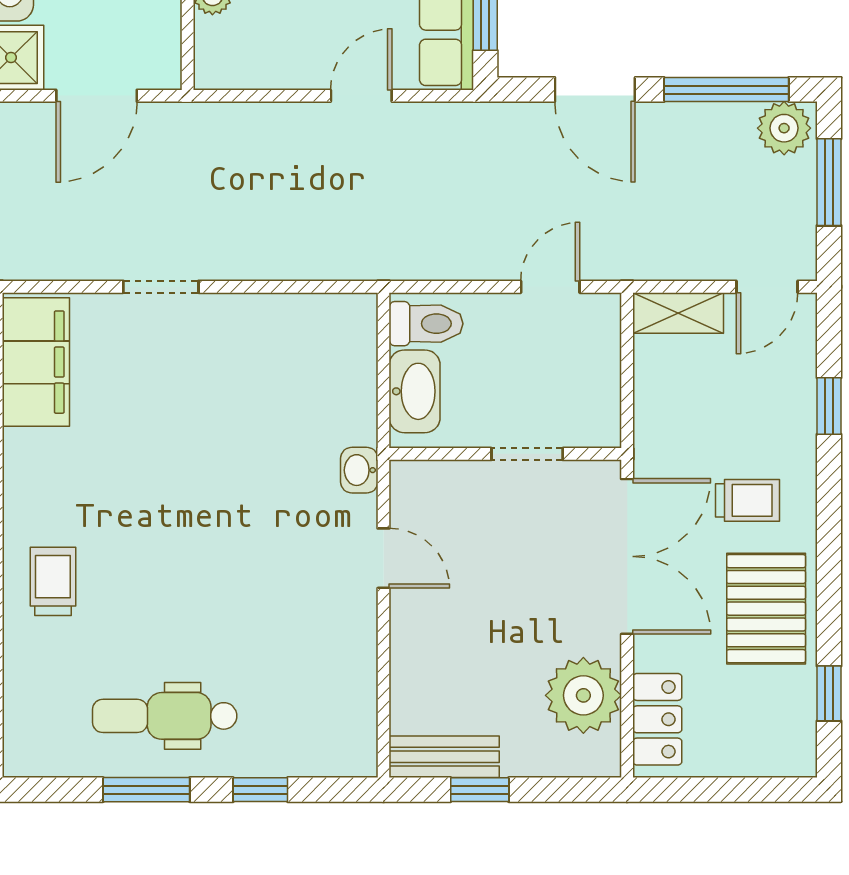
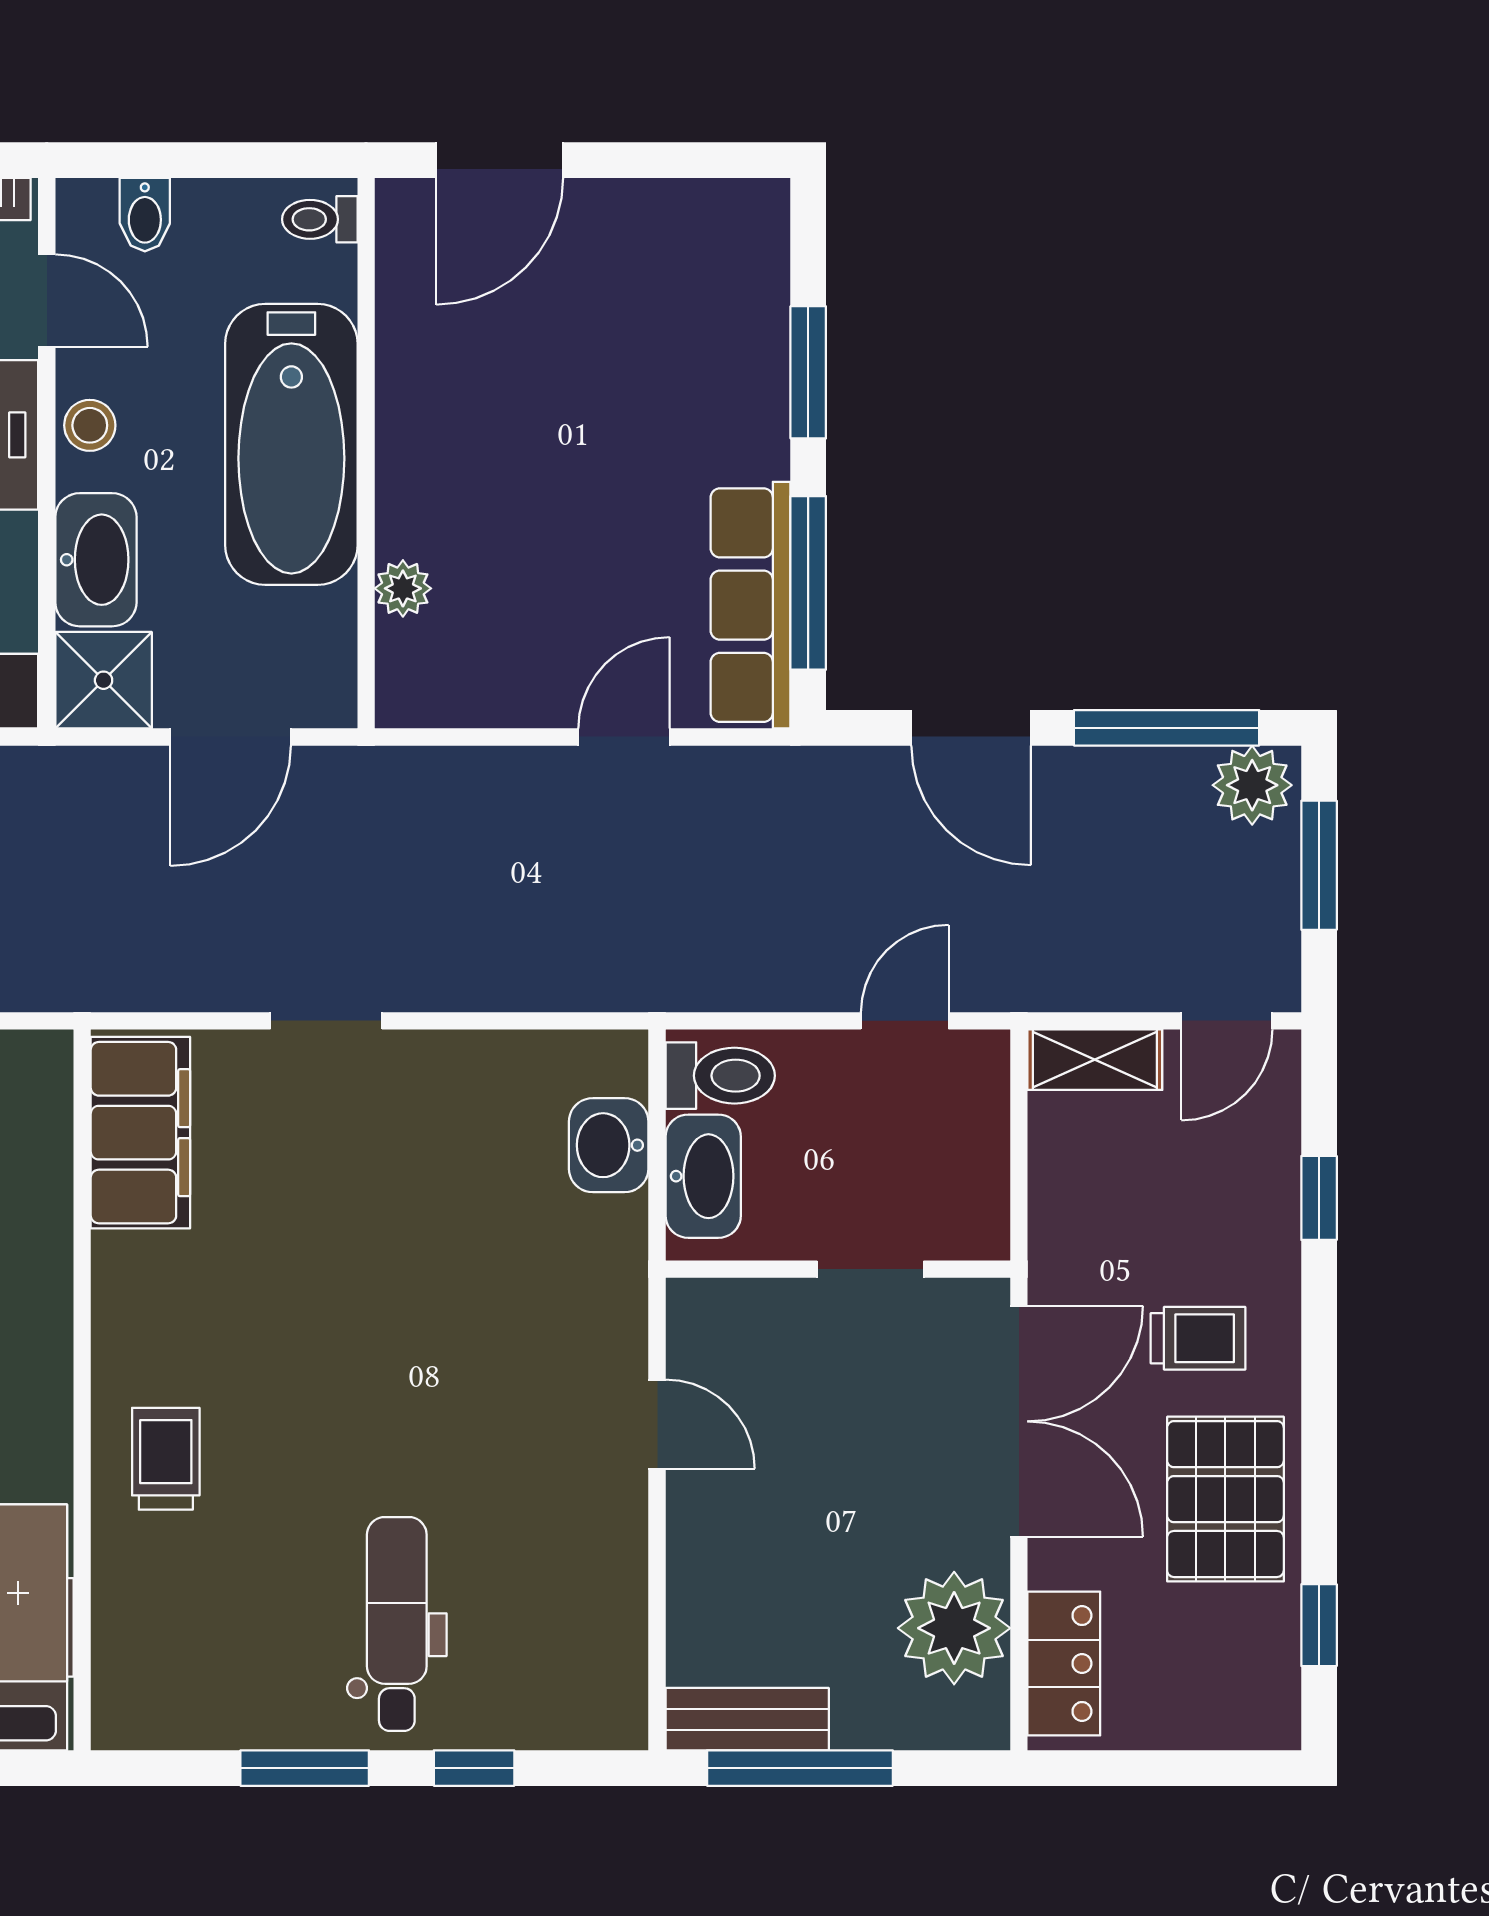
washbasin: (359, 470) -> (609, 1145), moved, width x1.38, depth x1.45
dental chair: (165, 716) -> (397, 1624), moved, turned 90
window: (480, 790) -> (800, 1768), width x2.17

